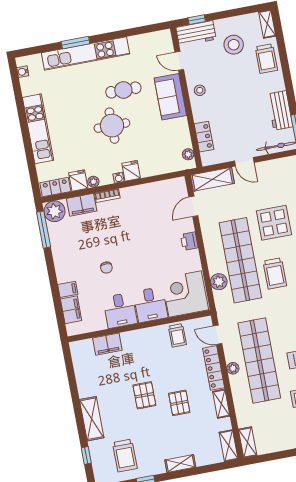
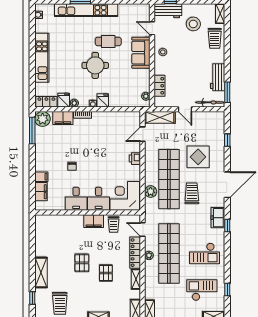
trolley: (275, 273) -> (192, 193), turned 180
filing cabinet: (107, 344) -> (94, 221), moved

